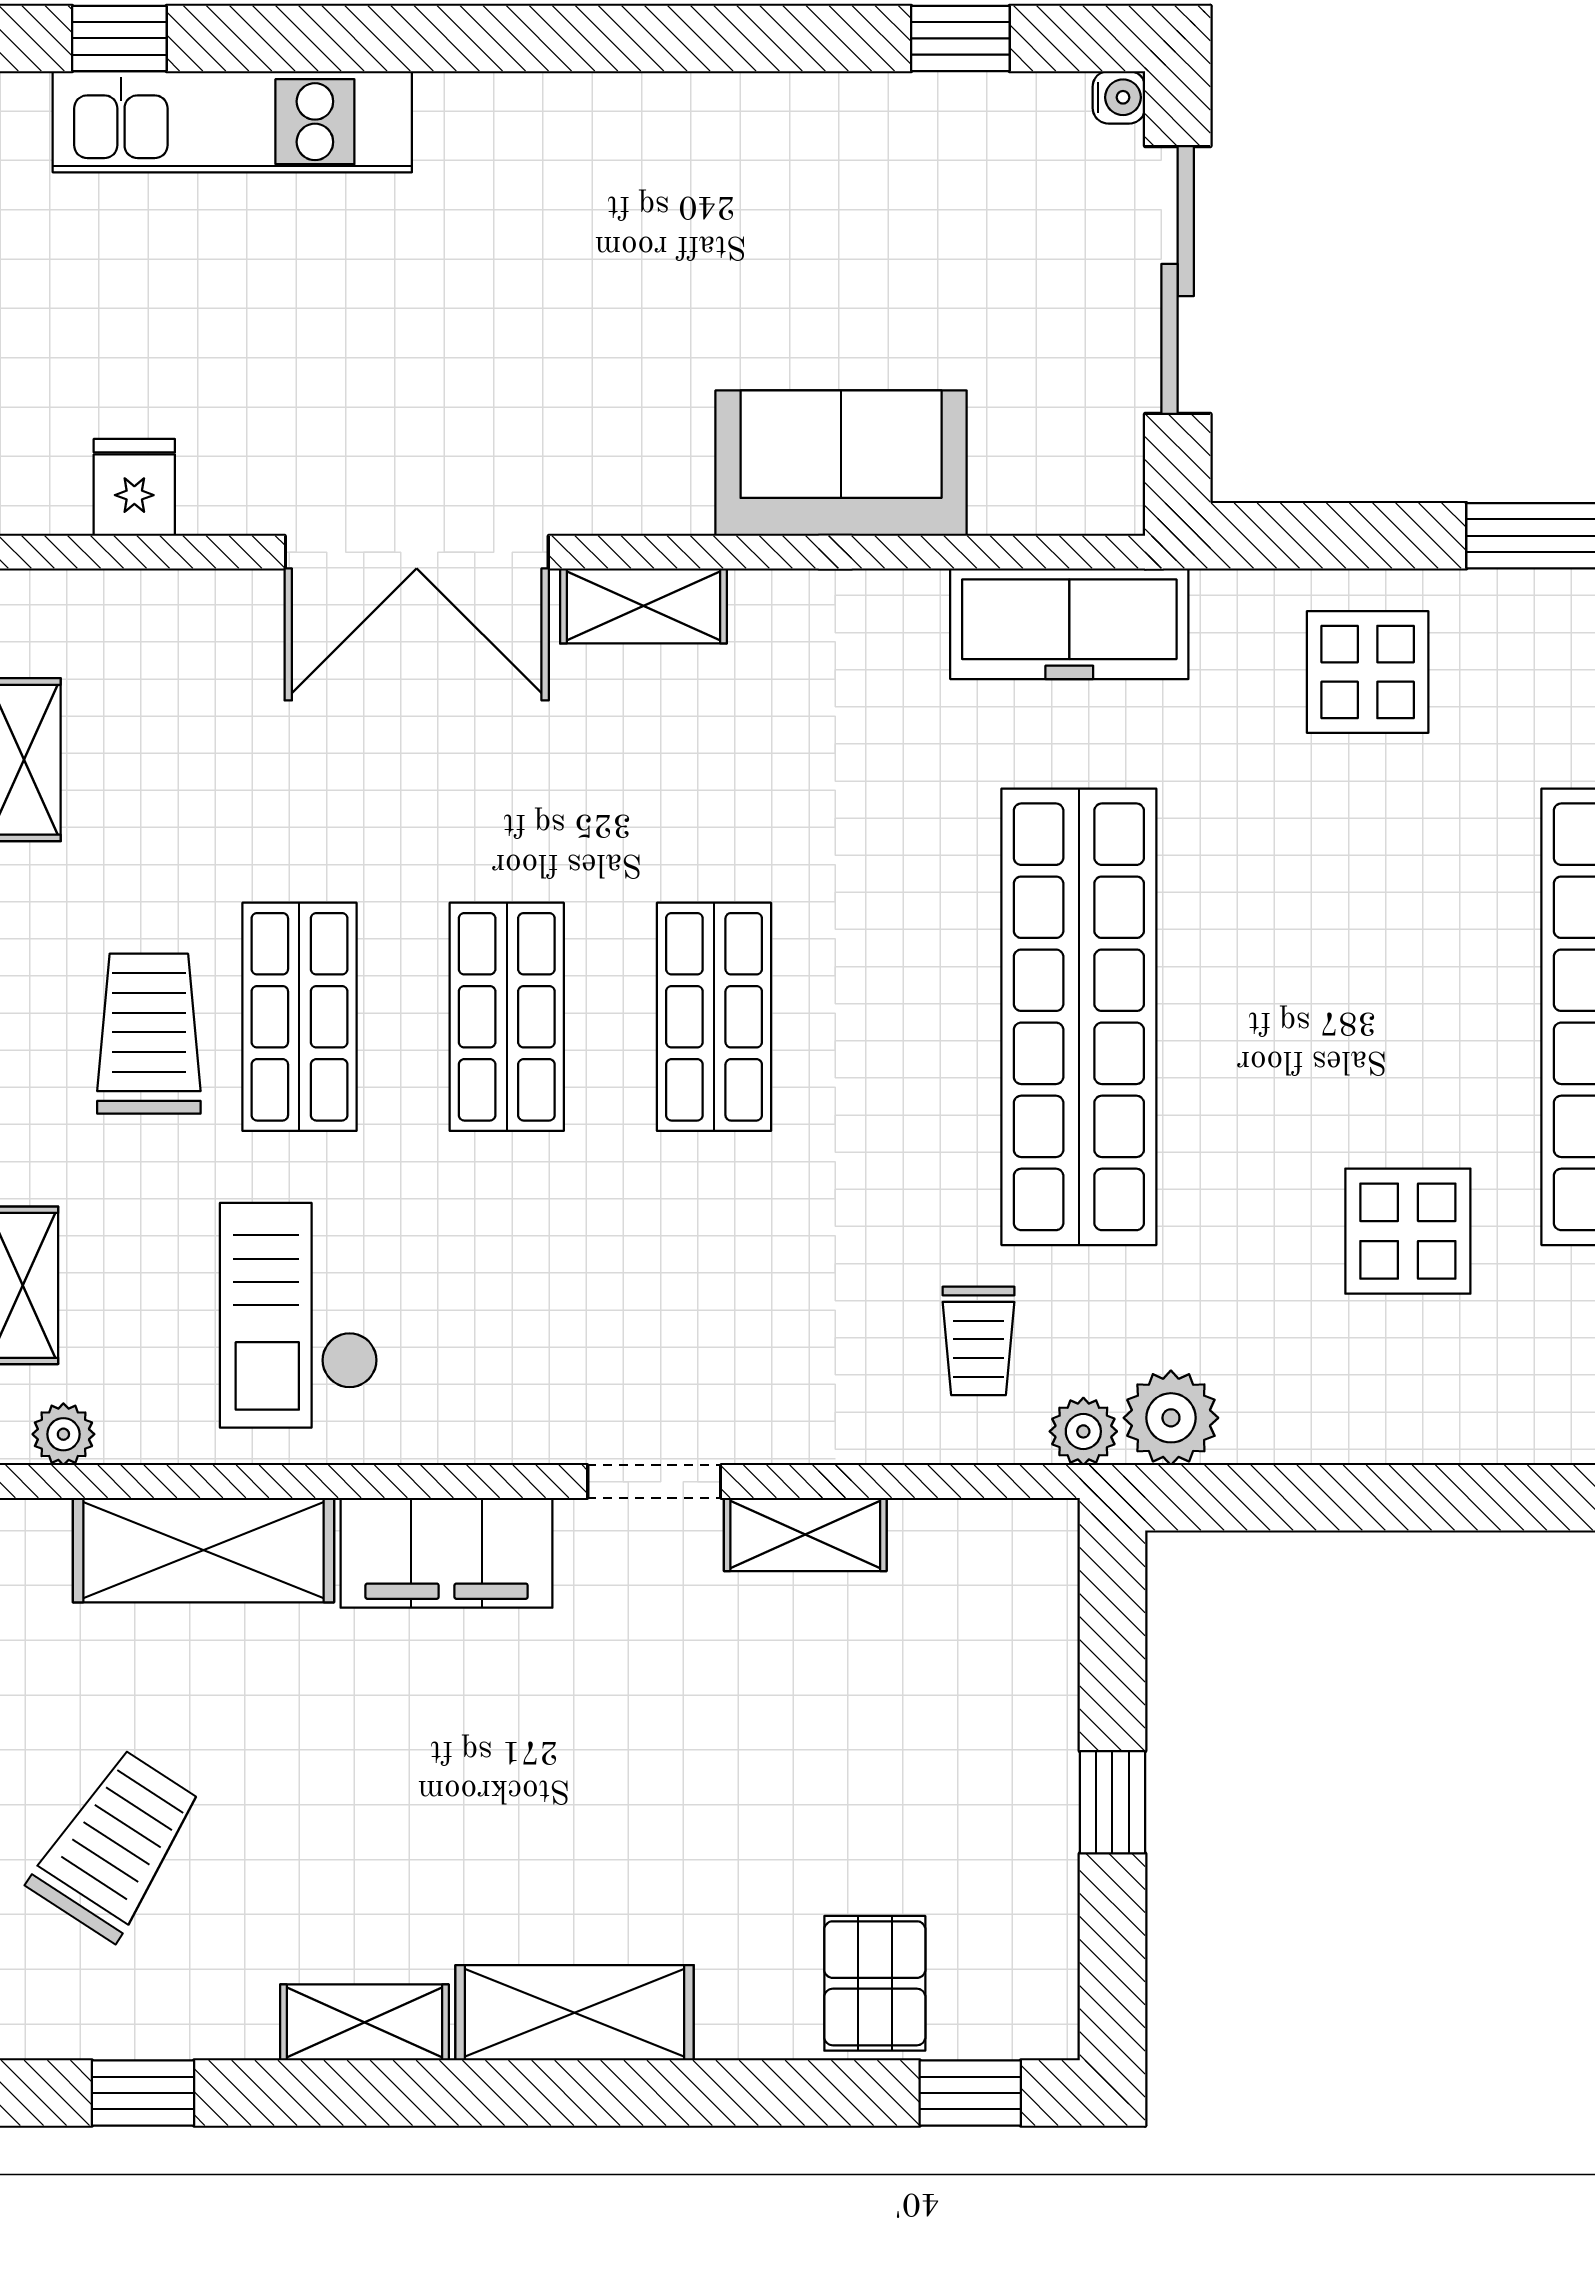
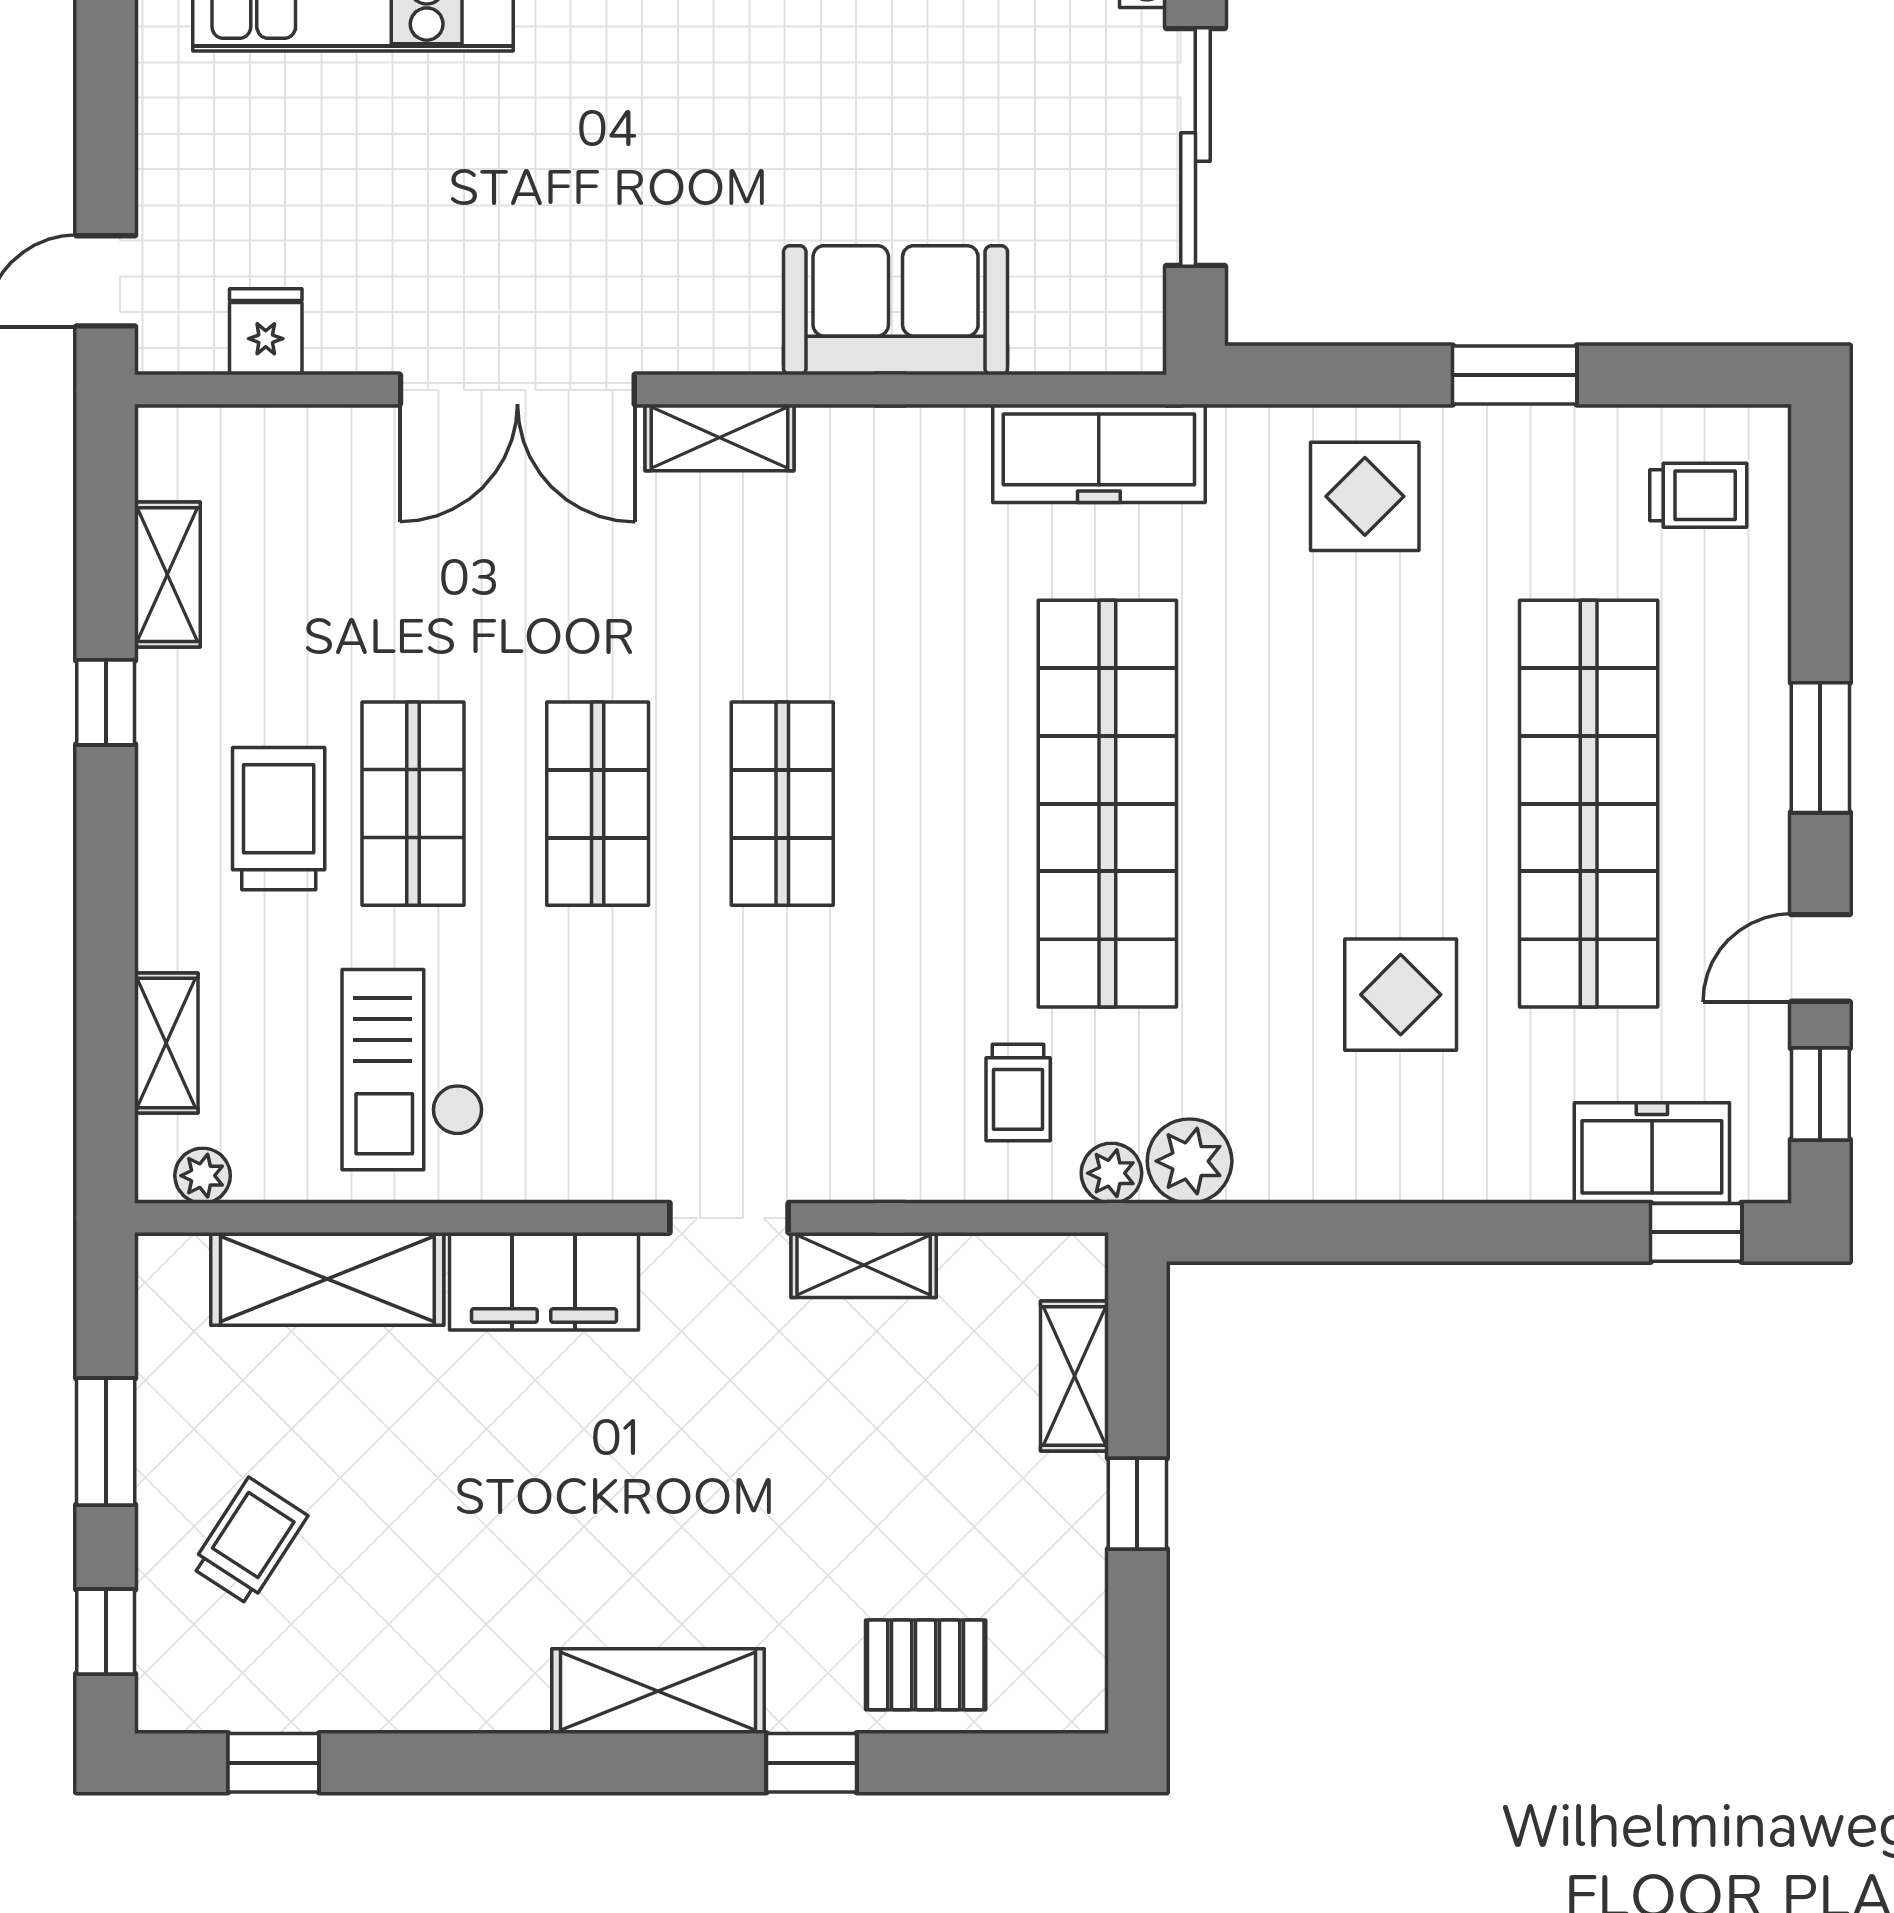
trolley: (116, 1845) -> (249, 1541), width x0.73, depth x0.72
pallet: (875, 1983) -> (926, 1665), turned 90
shelving: (364, 2022) -> (1074, 1376), moved, turned 90
window: (970, 2093) -> (811, 1763), moved

